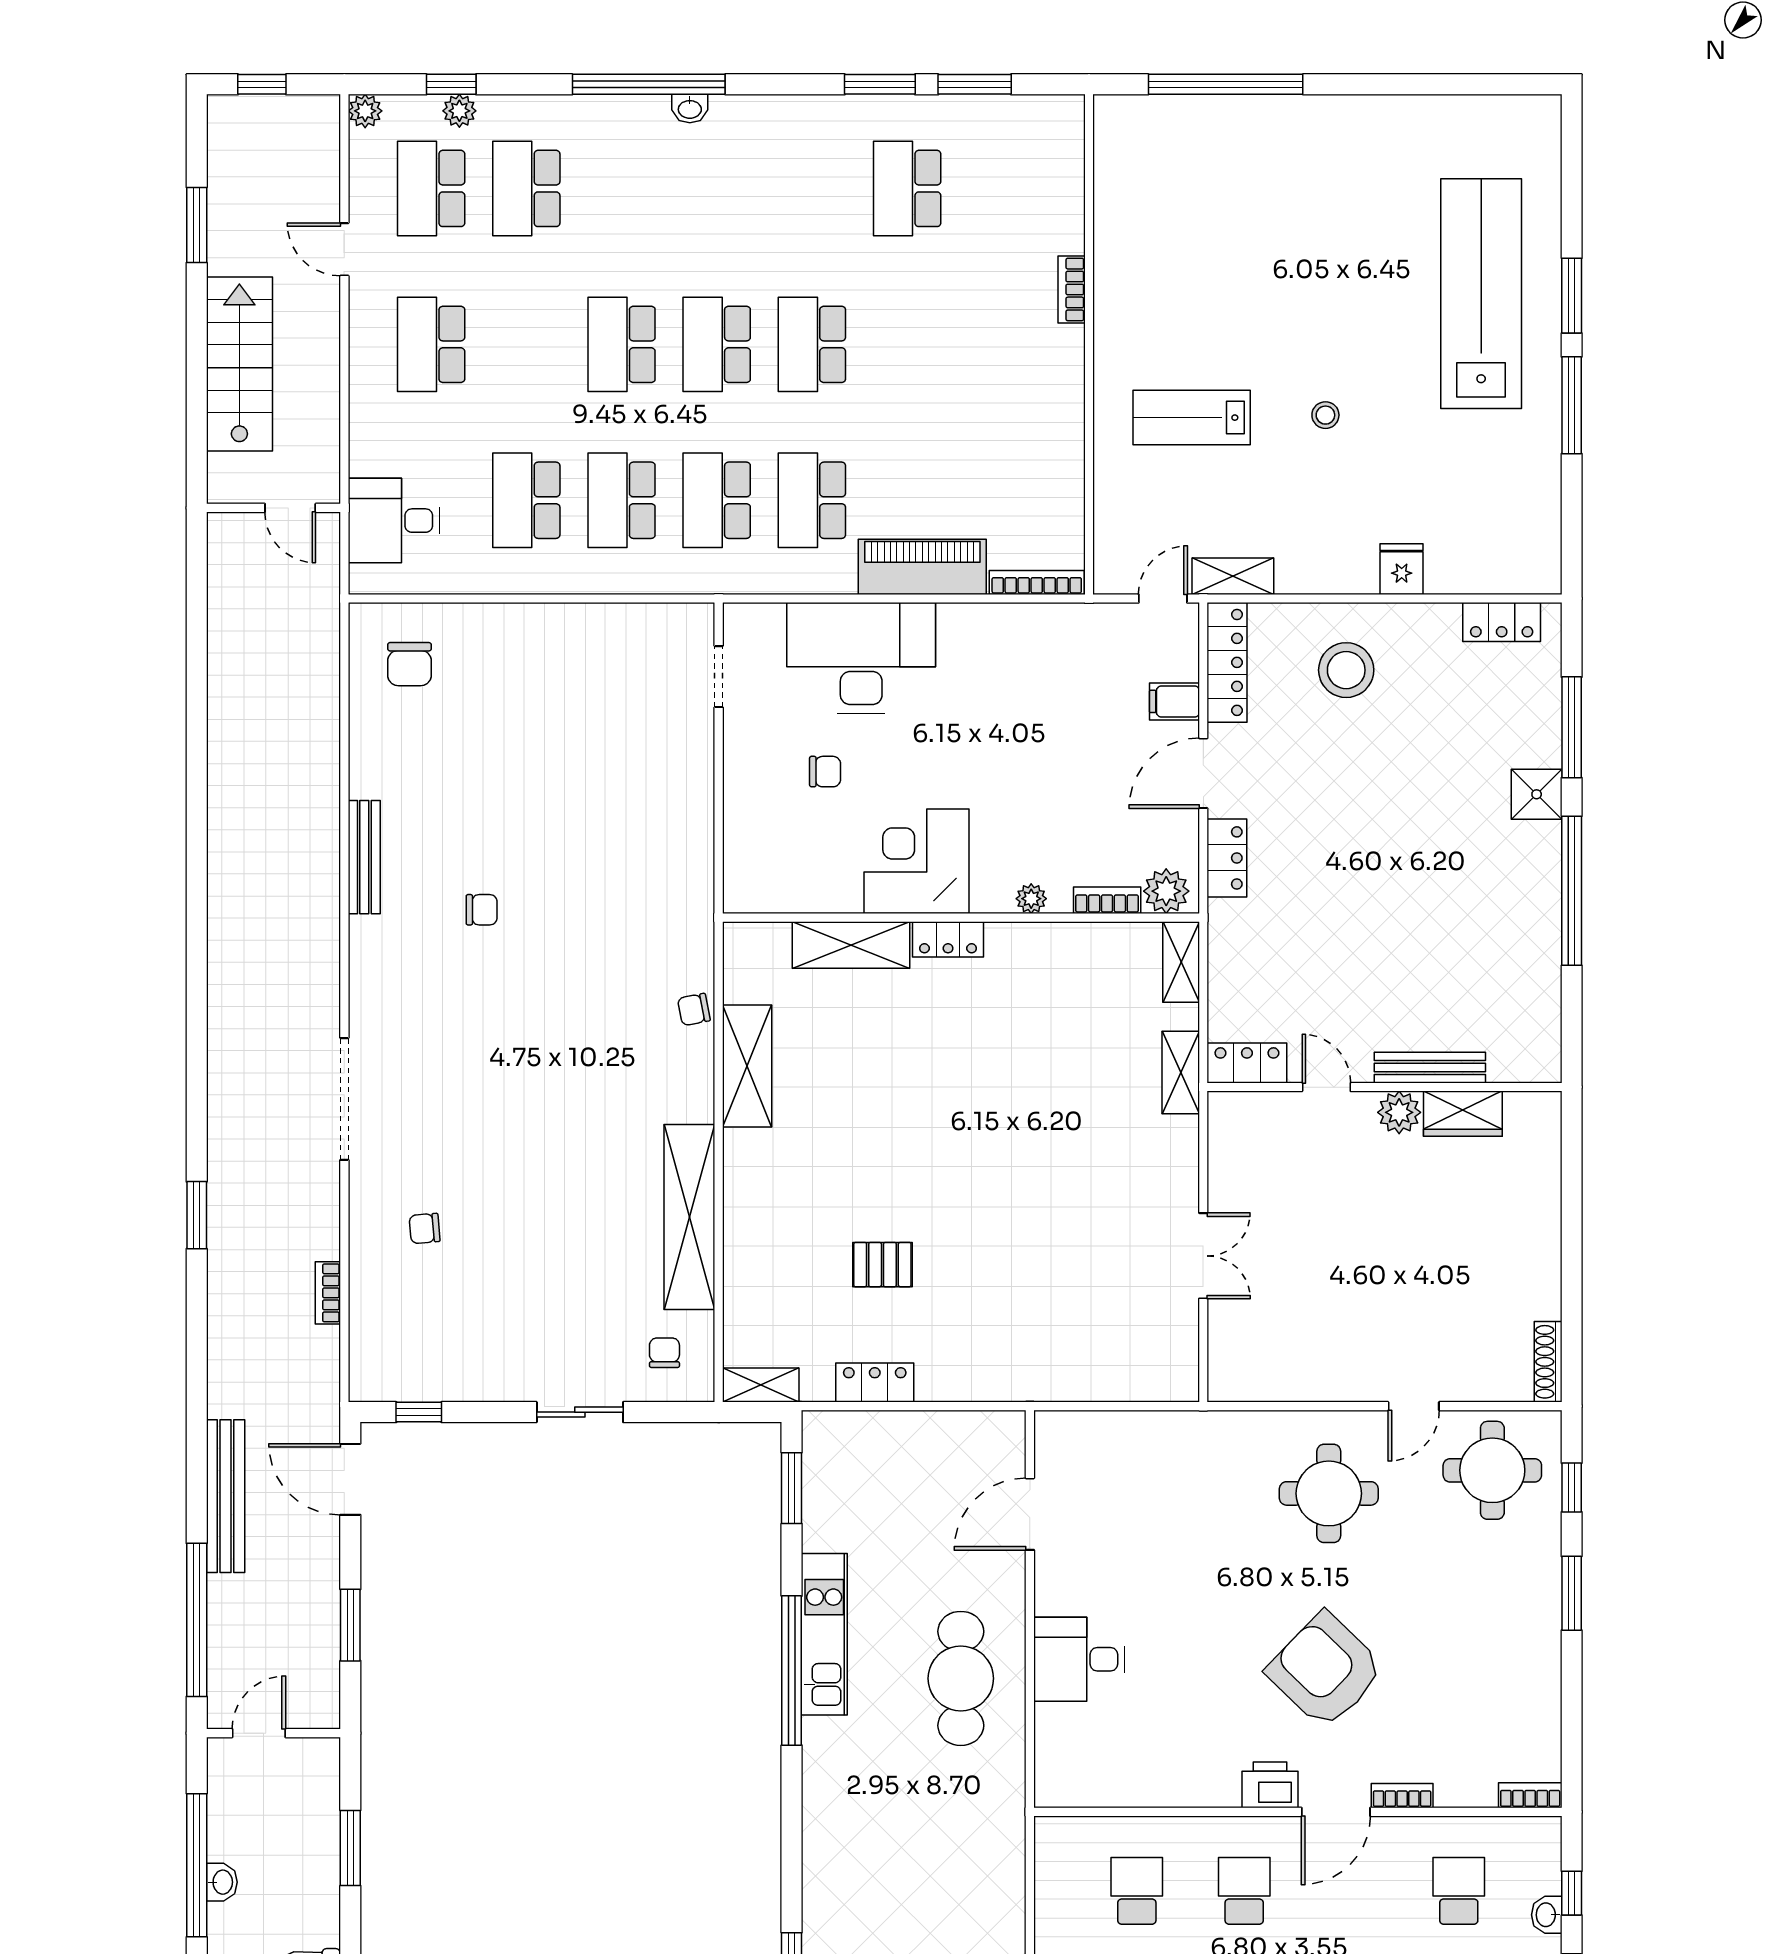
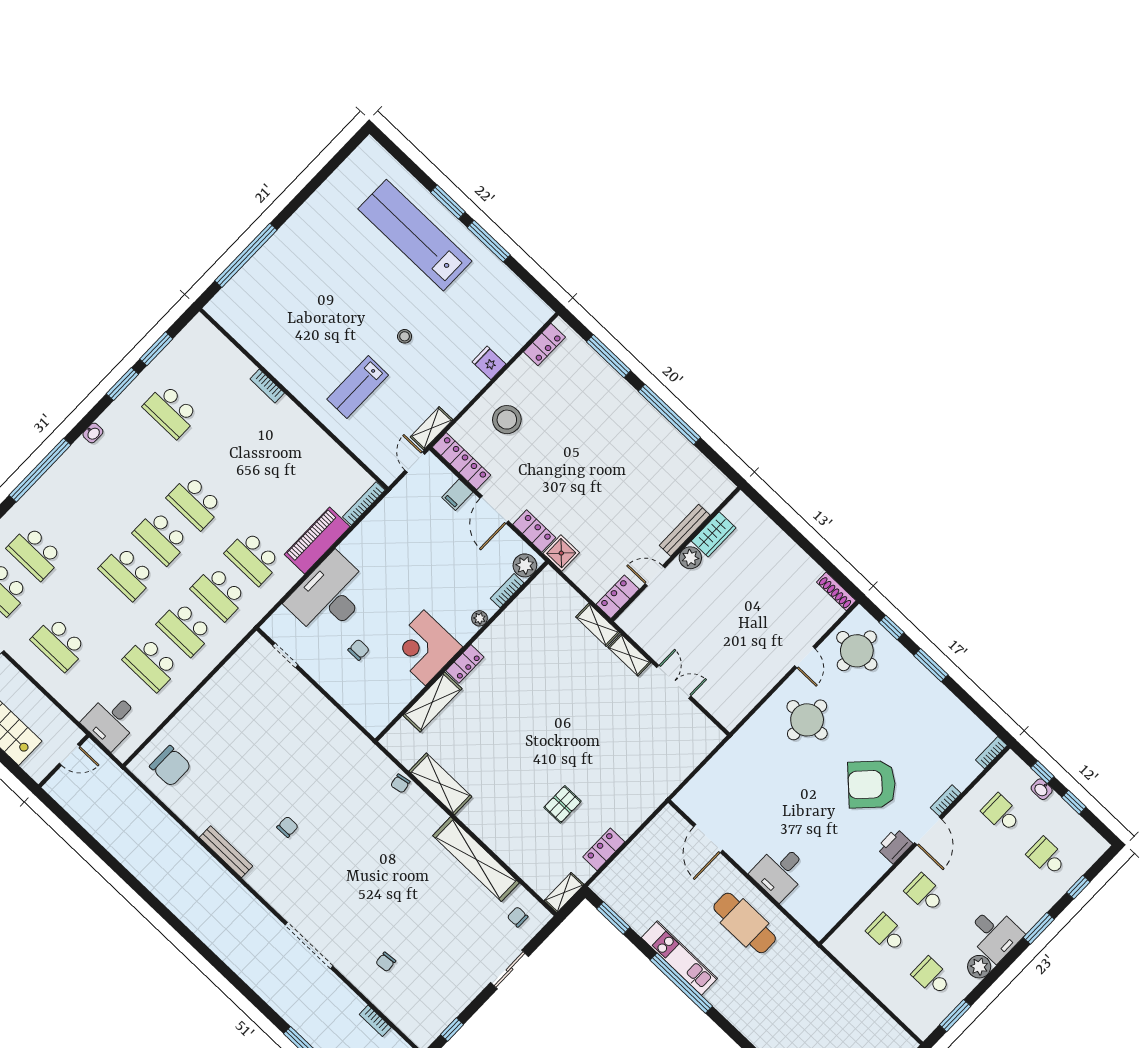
washbasin: (690, 109) -> (93, 433), moved
chair: (410, 664) -> (170, 766), width x1.37, depth x1.37
shower: (1537, 794) -> (561, 553), moved
shelving: (1181, 962) -> (629, 655), moved

